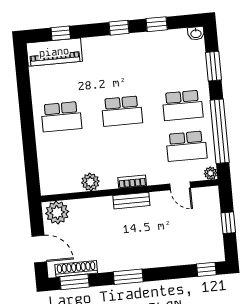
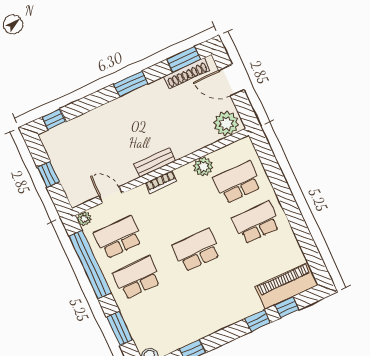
window: (119, 28) -> (258, 321), moved
school desk: (65, 158) -> (238, 182), added

